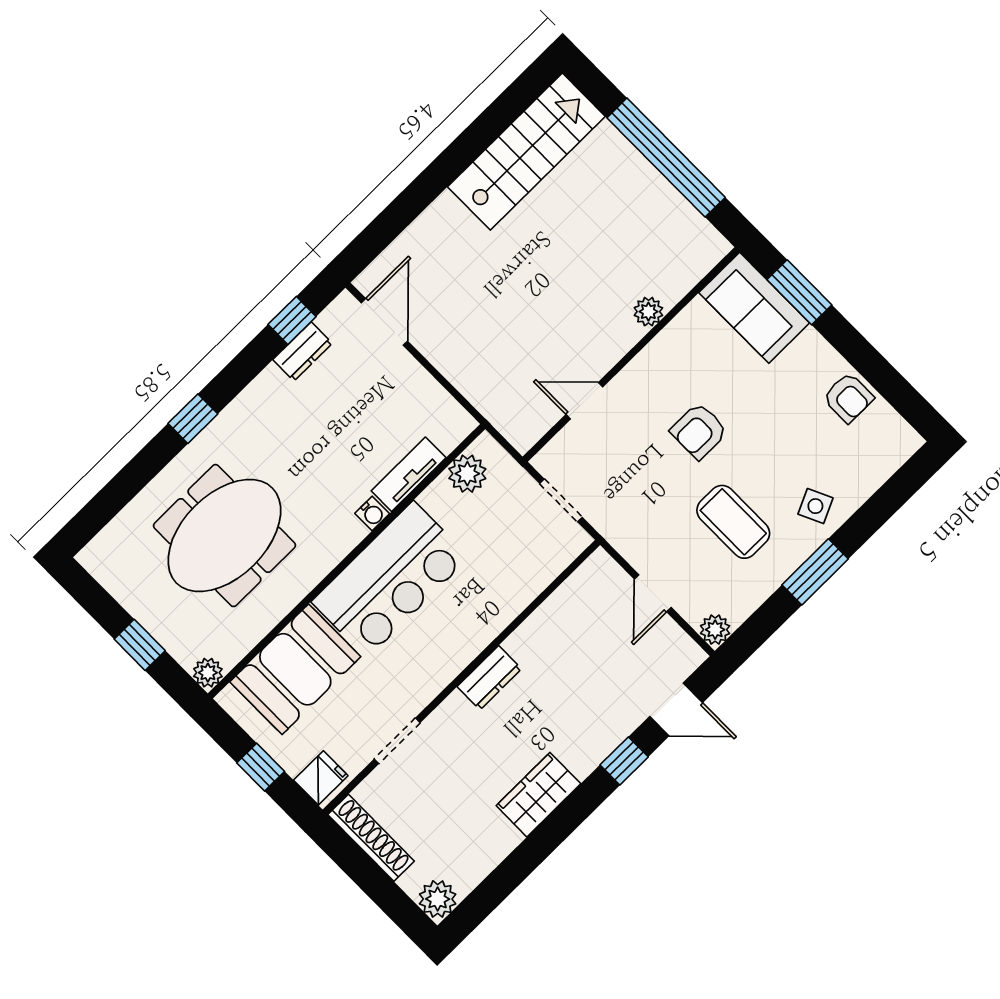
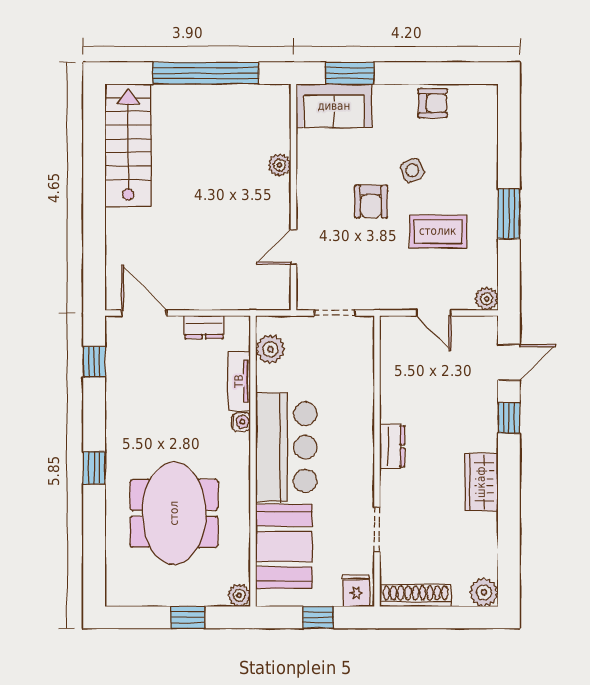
dresser: (303, 351) -> (204, 327), moved, turned 90
side table: (815, 506) -> (412, 170), moved

